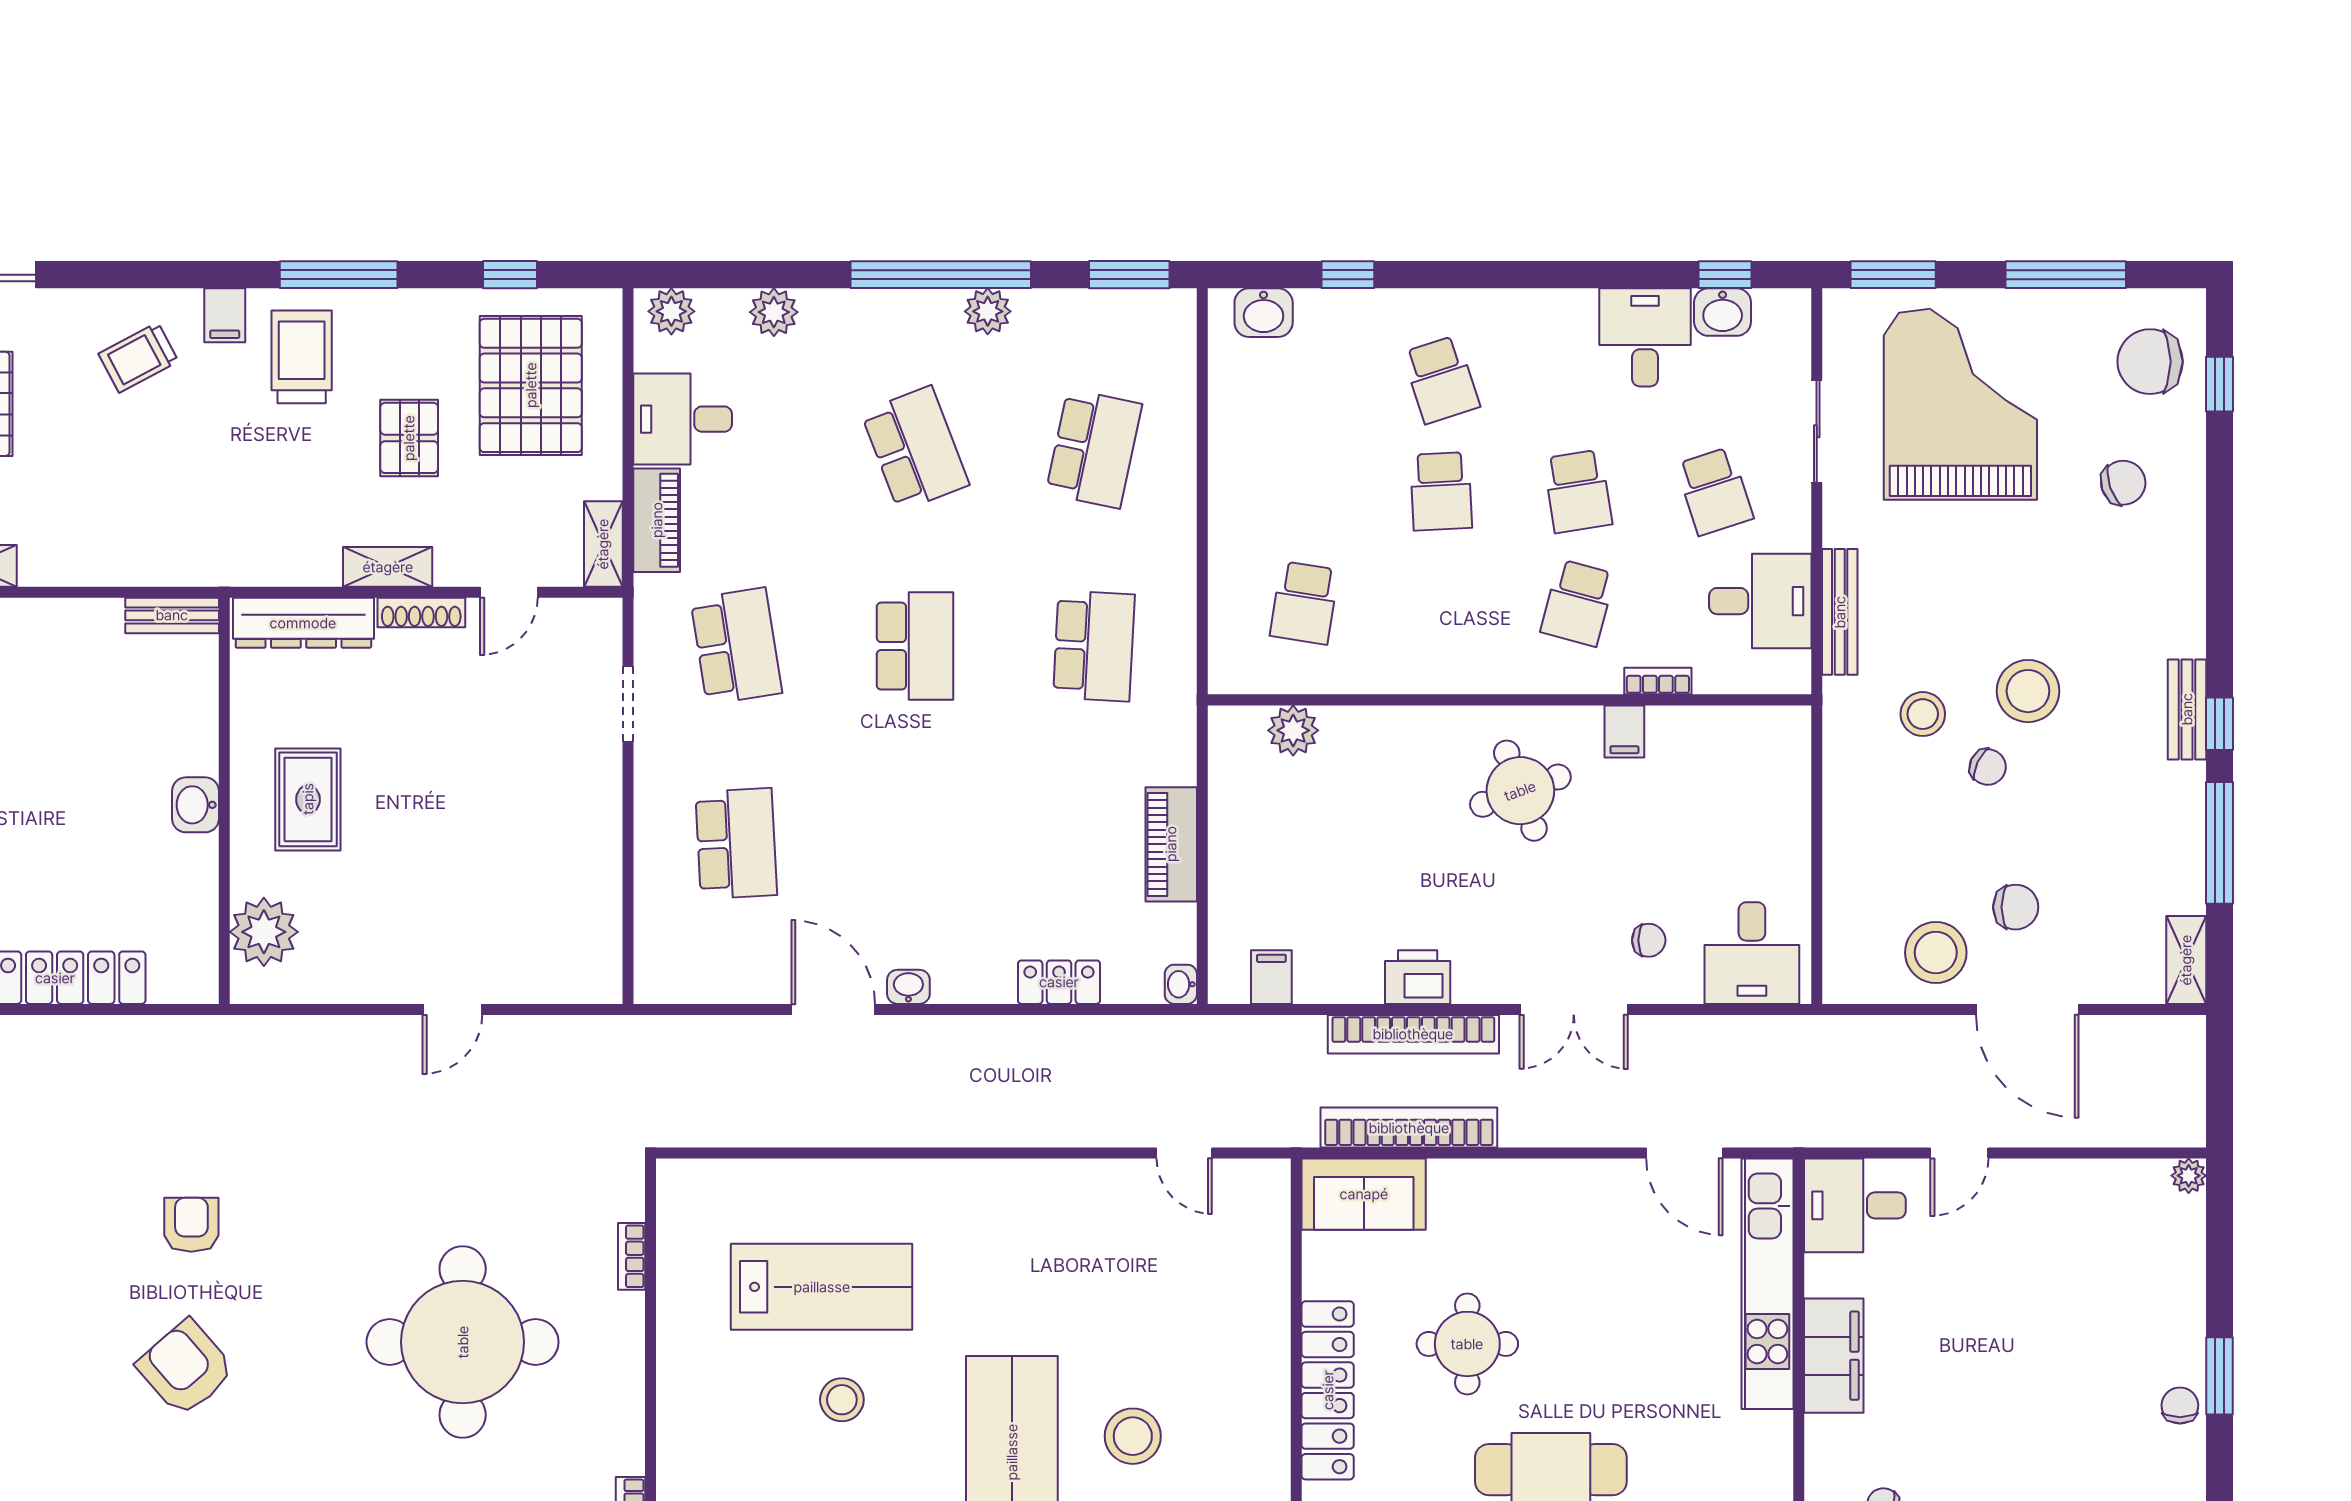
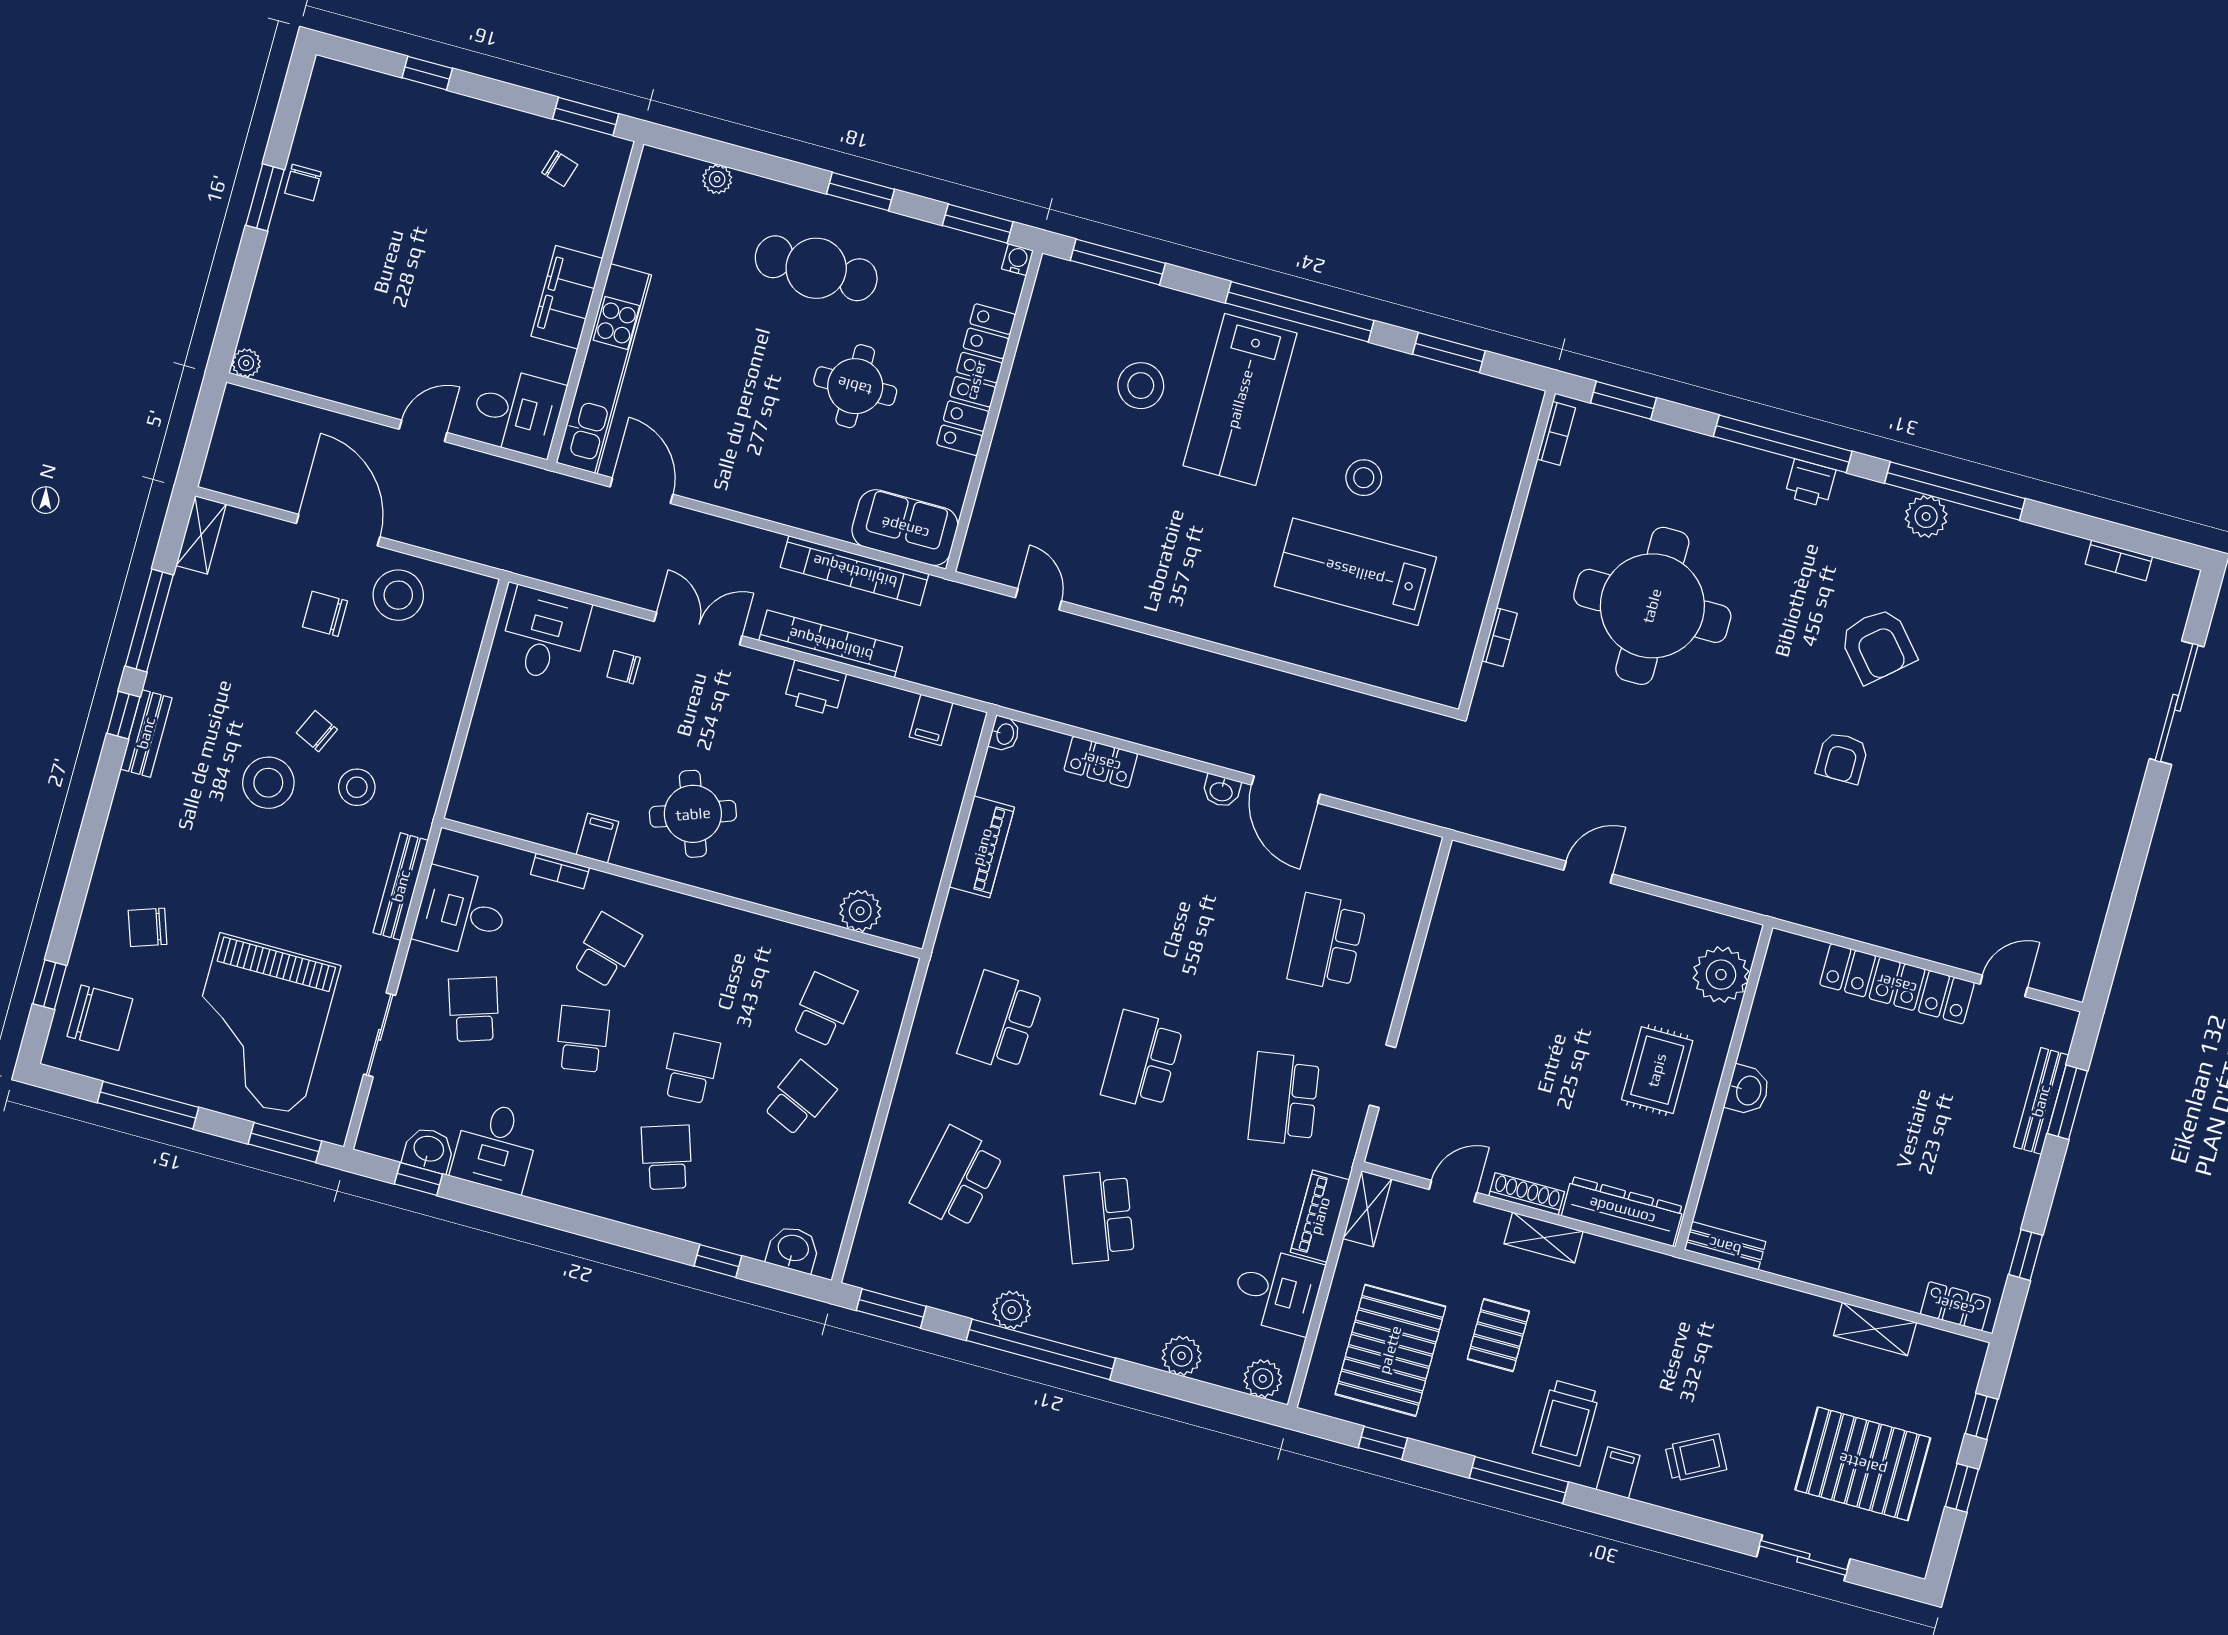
school desk: (1304, 491) -> (799, 1098), added

